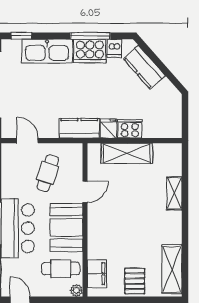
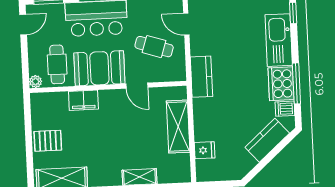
fridge: (109, 129) -> (205, 150), moved
cooker: (130, 129) -> (203, 128), removed
door: (27, 141) -> (186, 24), swing flipped
filing cabinet: (97, 274) -> (83, 100), moved

